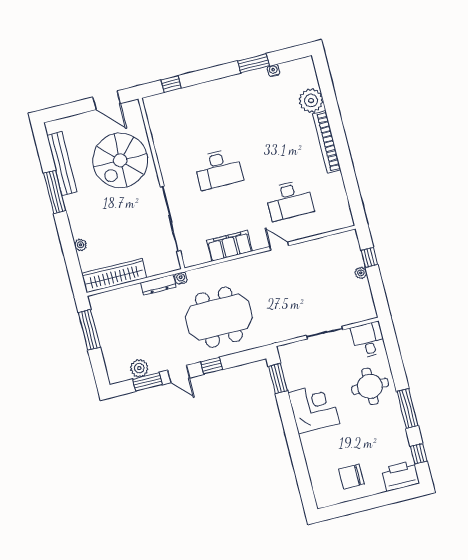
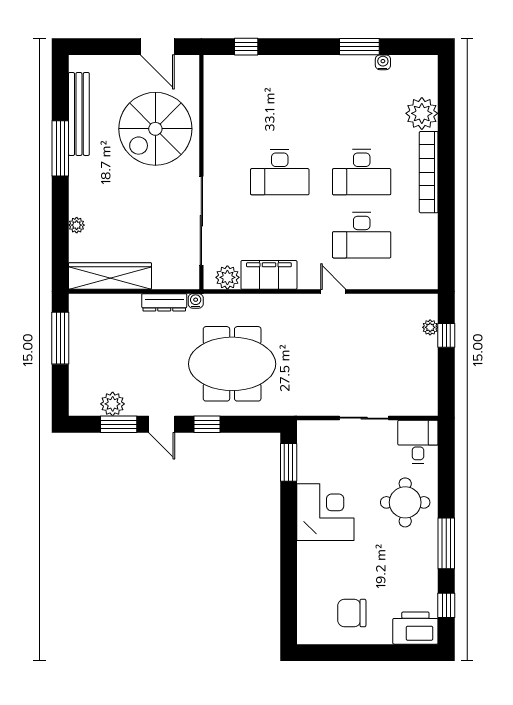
desk: (278, 154) -> (362, 172), added
plant: (200, 255) -> (227, 277), added
plant: (361, 273) -> (430, 327), moved

